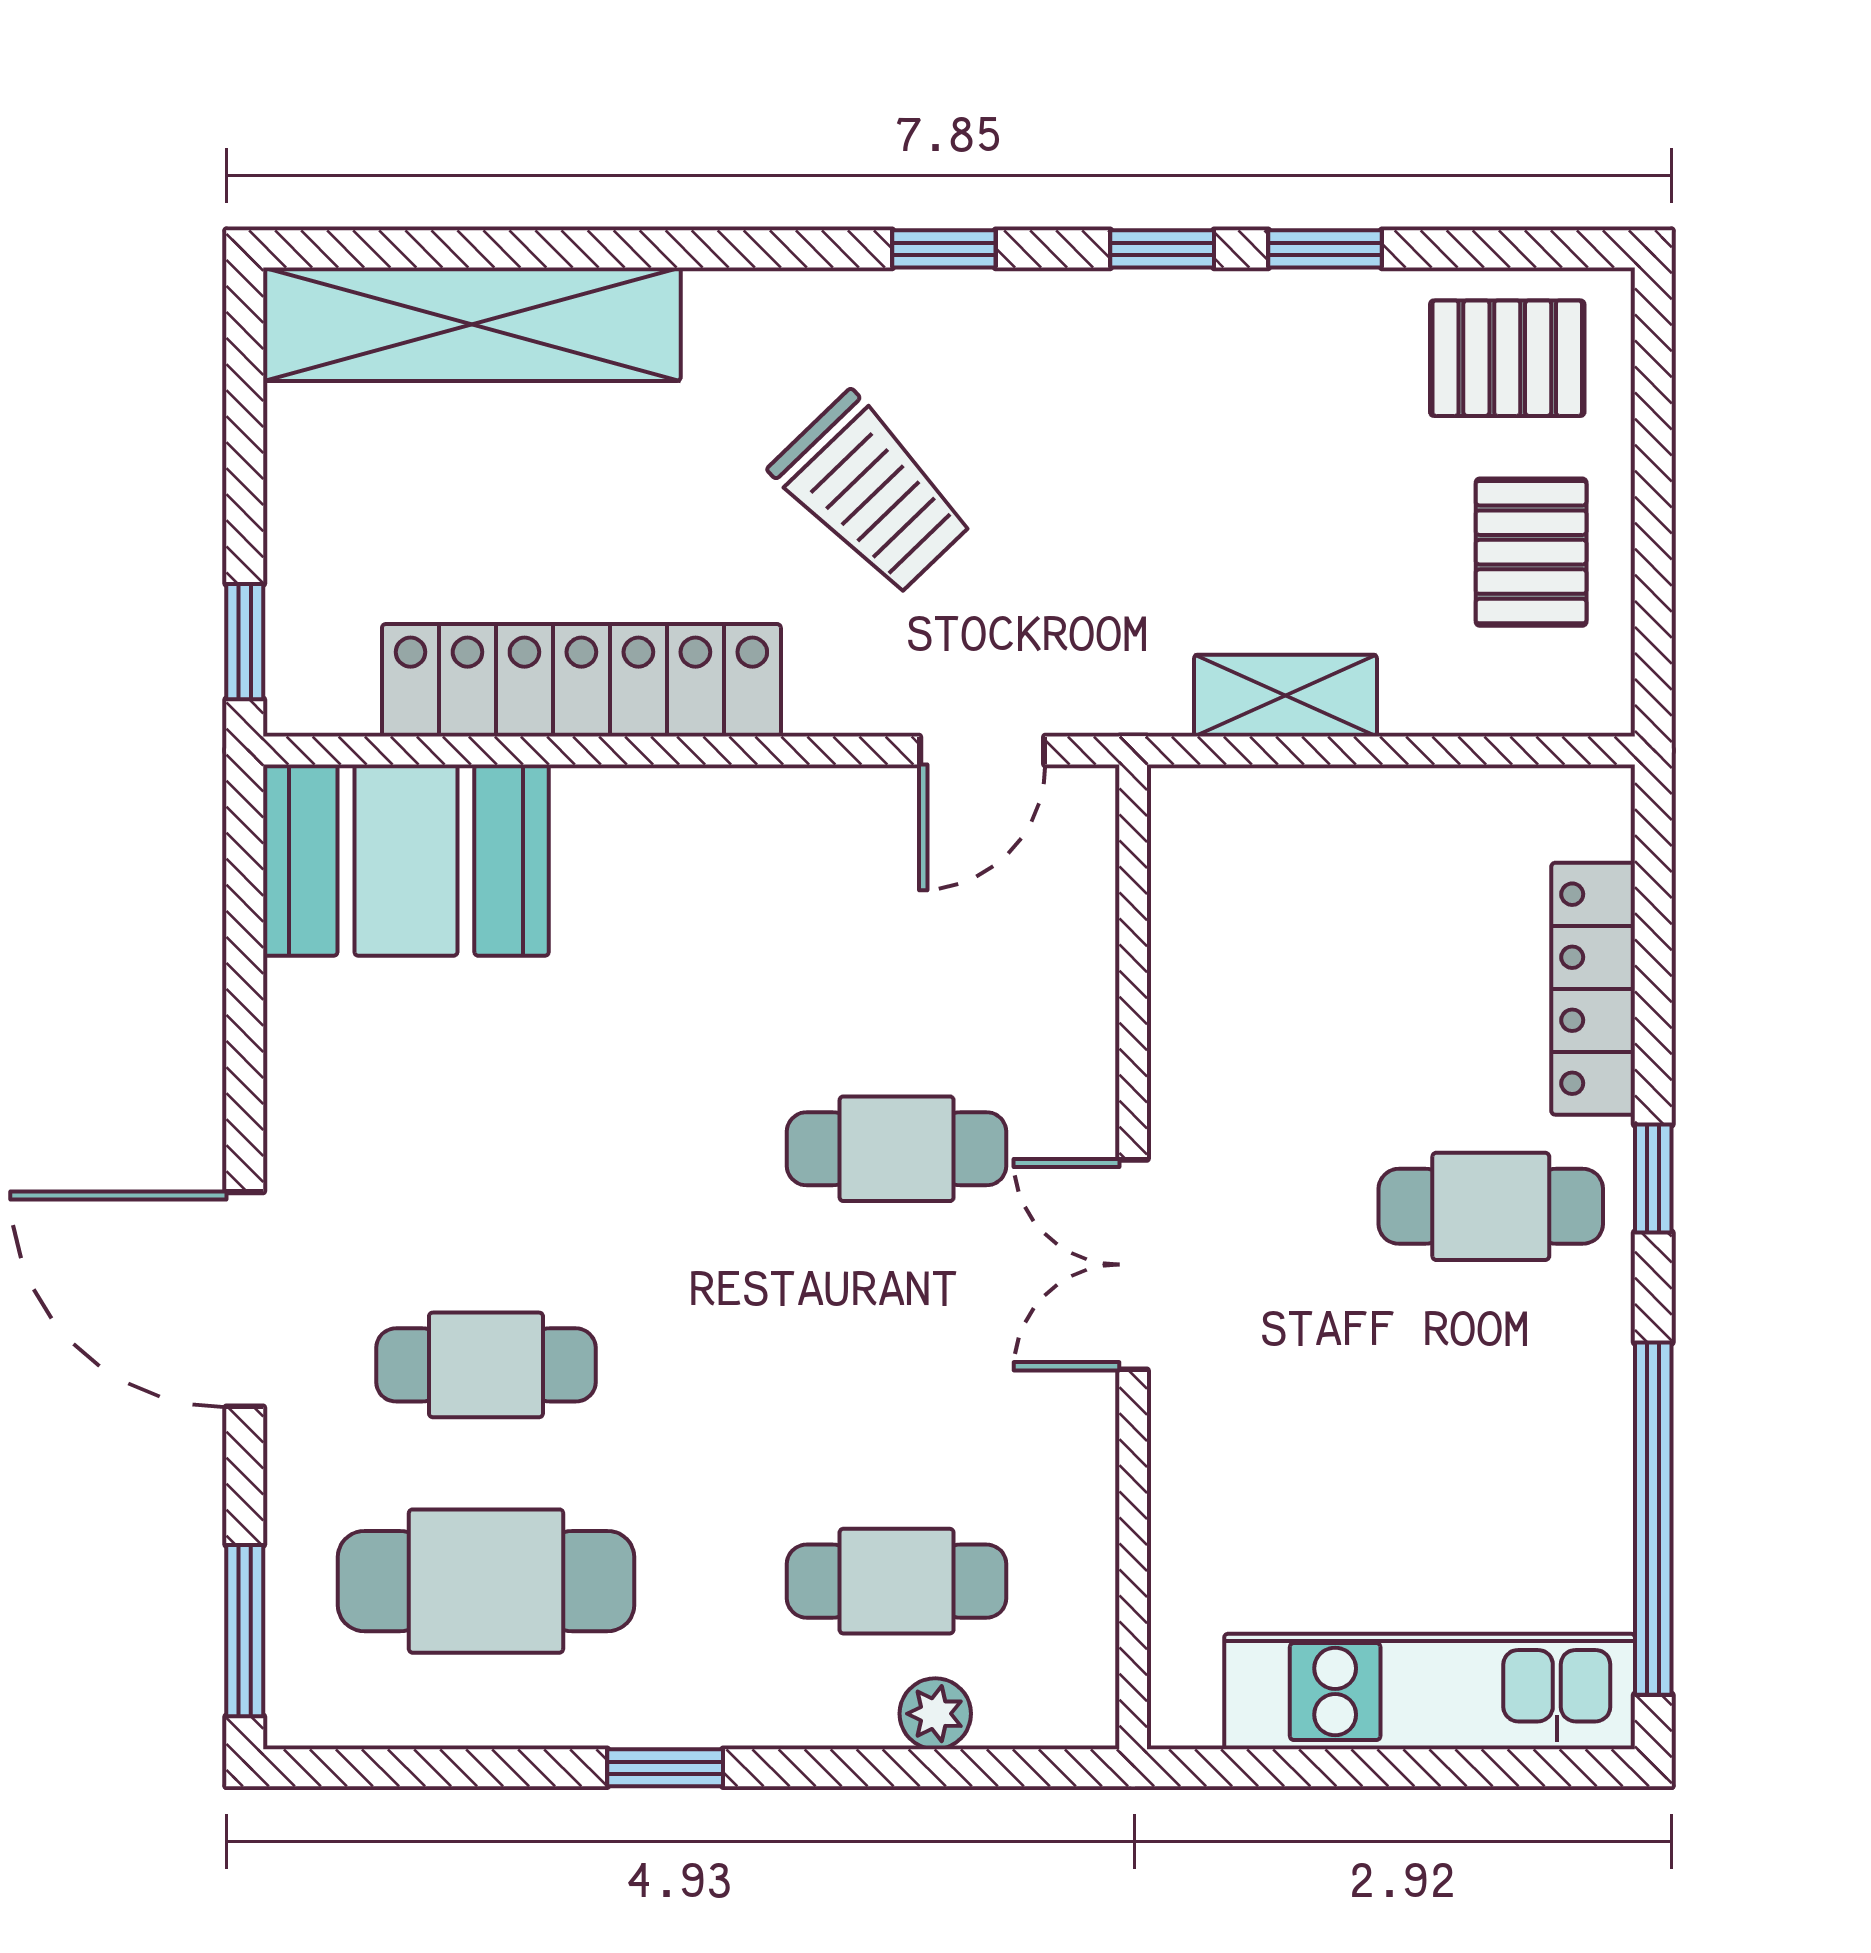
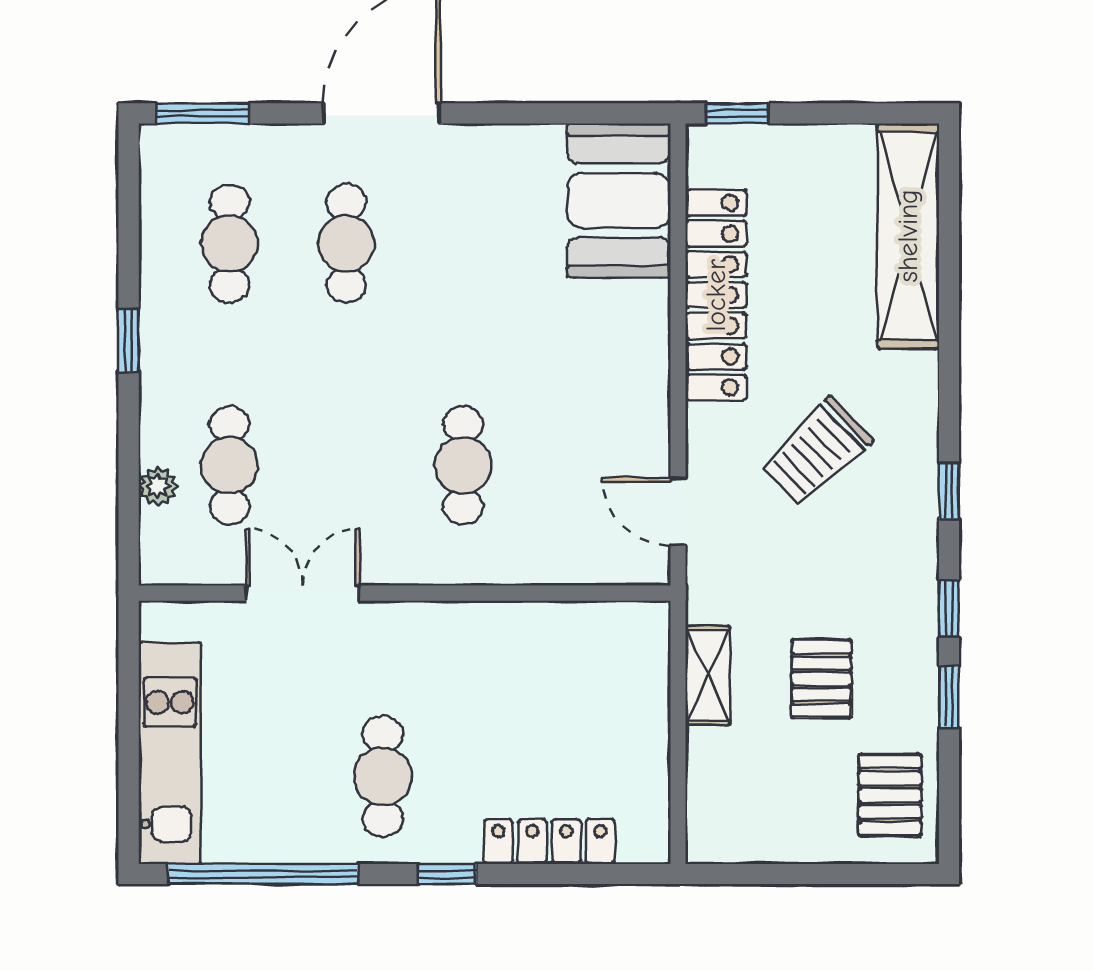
pallet: (1531, 552) -> (821, 679), moved, turned 90
cafe table: (1491, 1206) -> (383, 776), moved
double door: (1133, 1265) -> (303, 593), moved
cafe table: (486, 1581) -> (229, 244), width x0.73, depth x0.74

